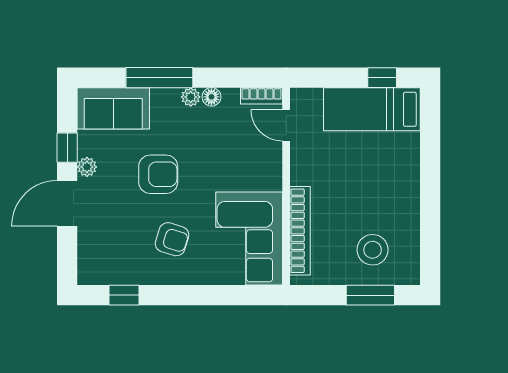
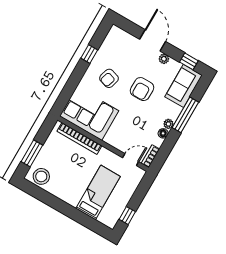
bed: (372, 109) -> (98, 192), moved
window: (67, 148) -> (189, 61), moved
stool: (373, 250) -> (41, 176), moved
window: (124, 295) -> (89, 54), moved

